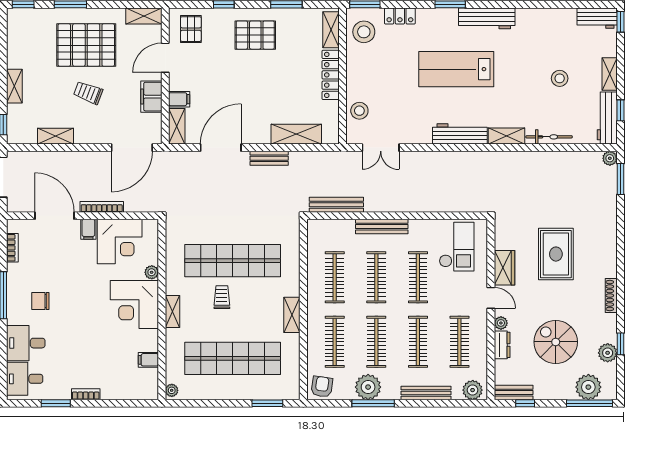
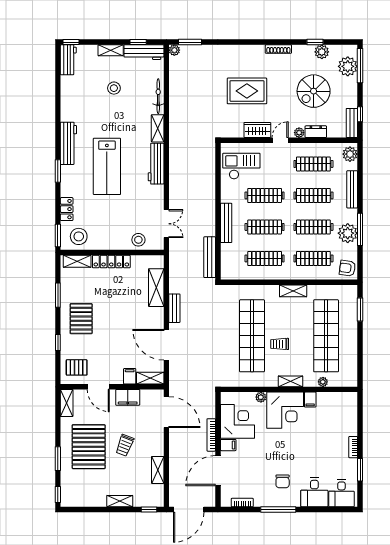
filing cabinet: (148, 360) -> (310, 400), moved
plant: (172, 390) -> (323, 382), moved

